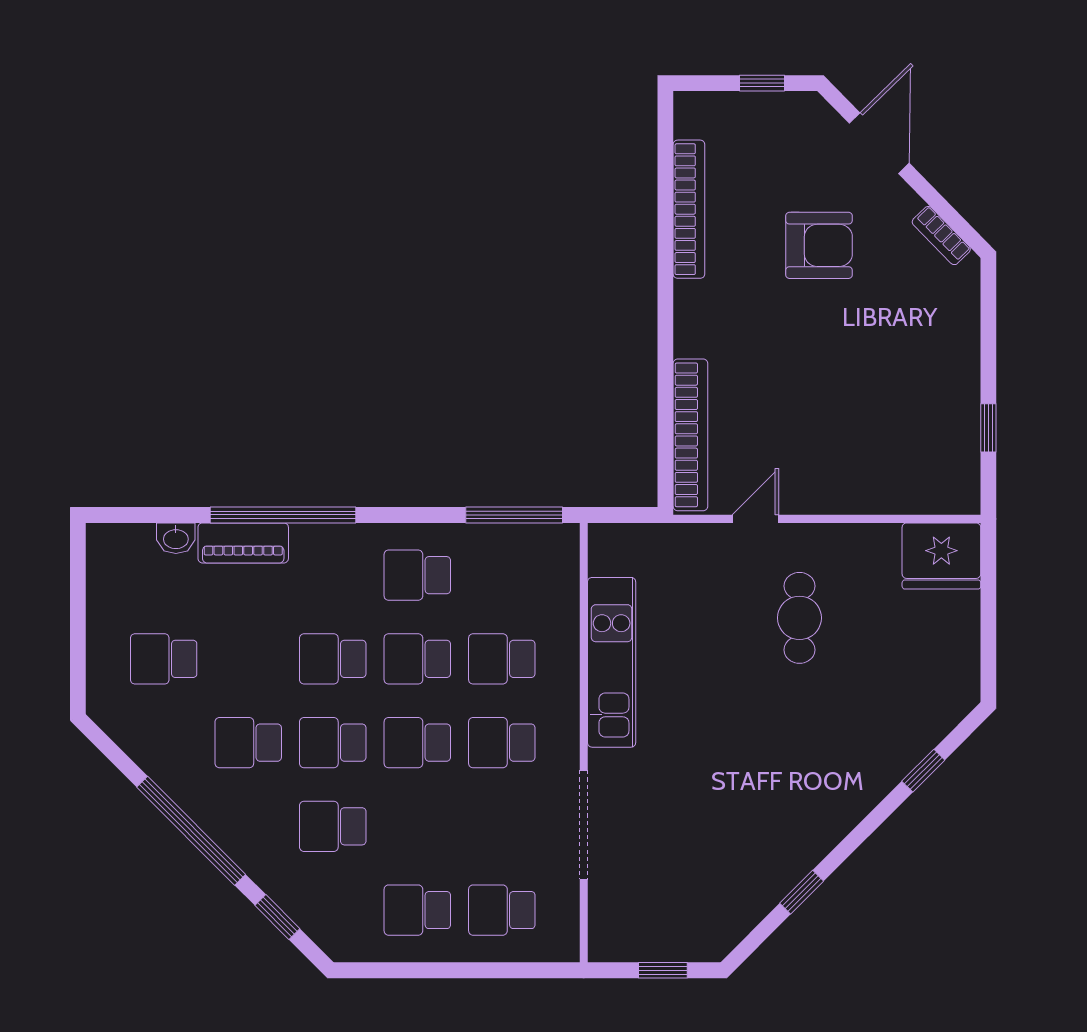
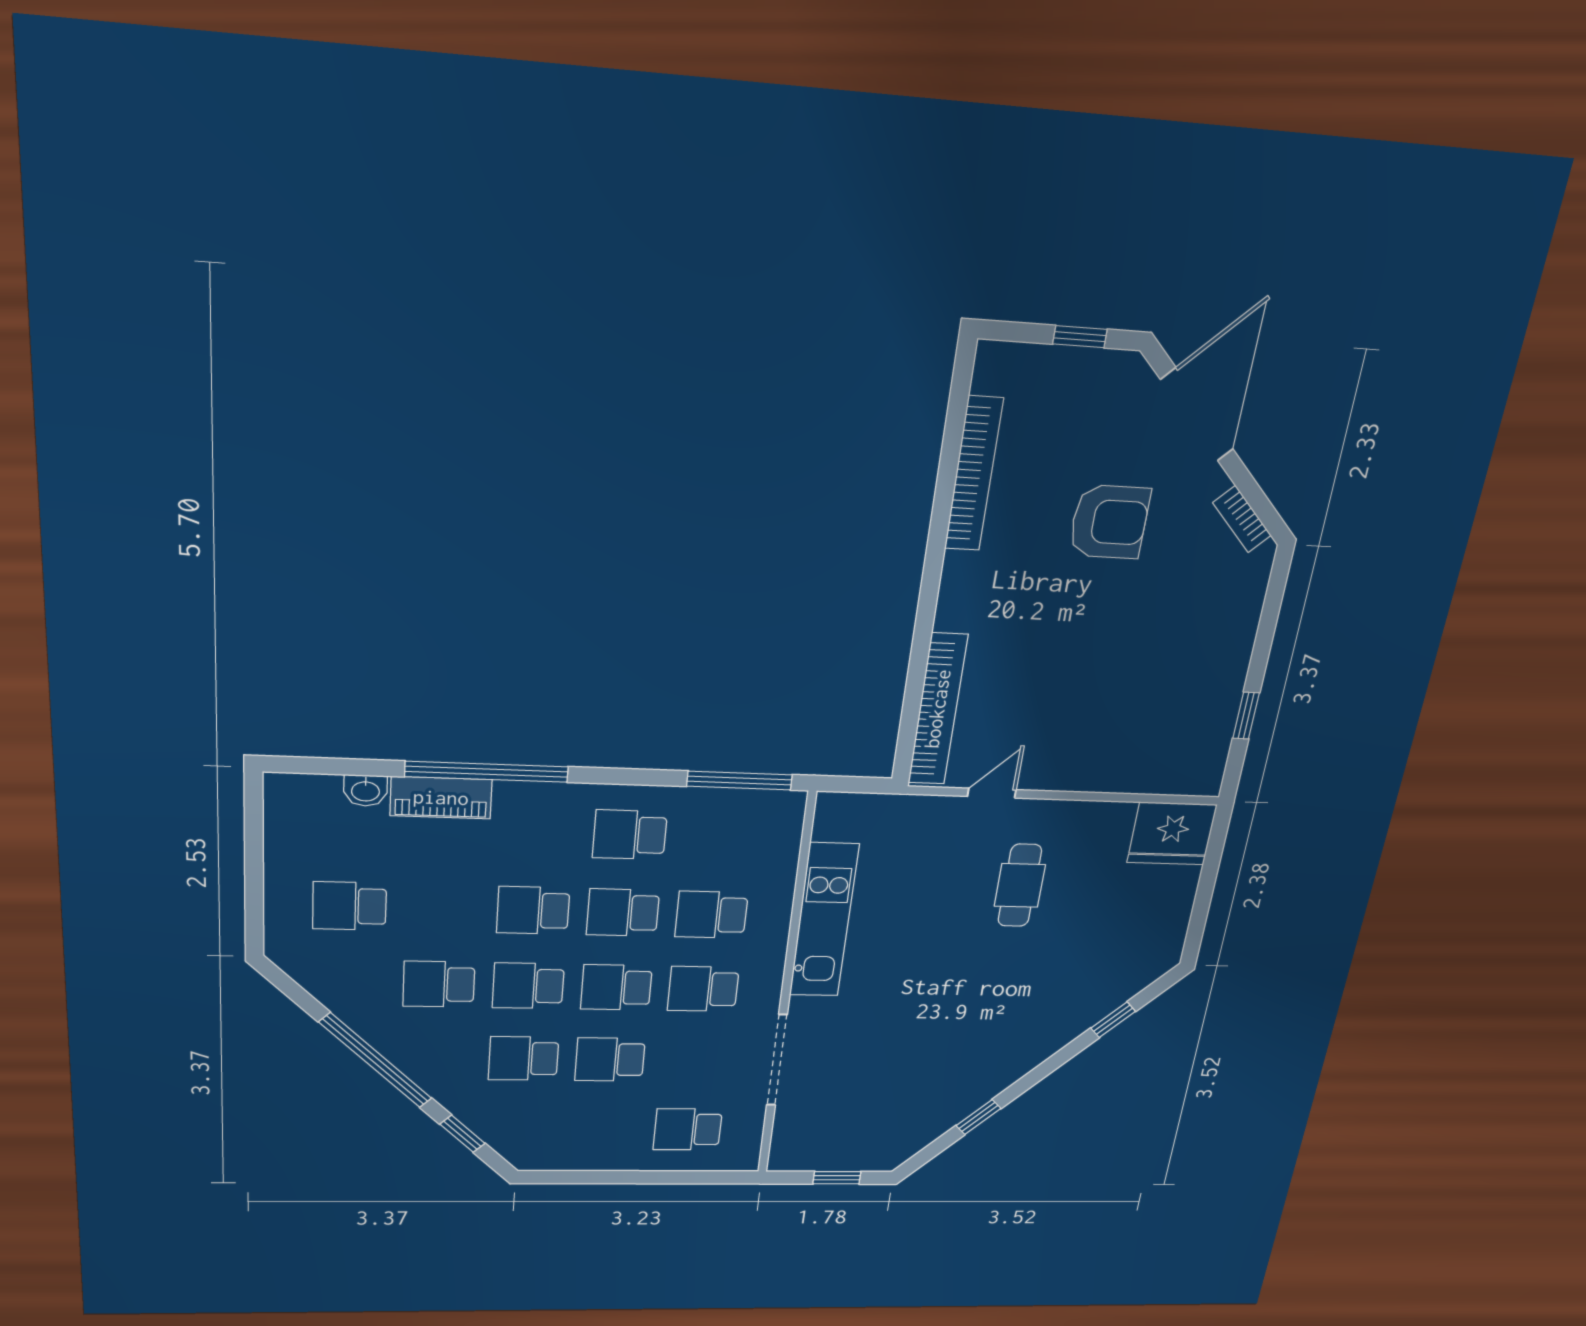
door: (879, 143) -> (1197, 415), width x1.36
school desk: (417, 910) -> (610, 1059), moved

